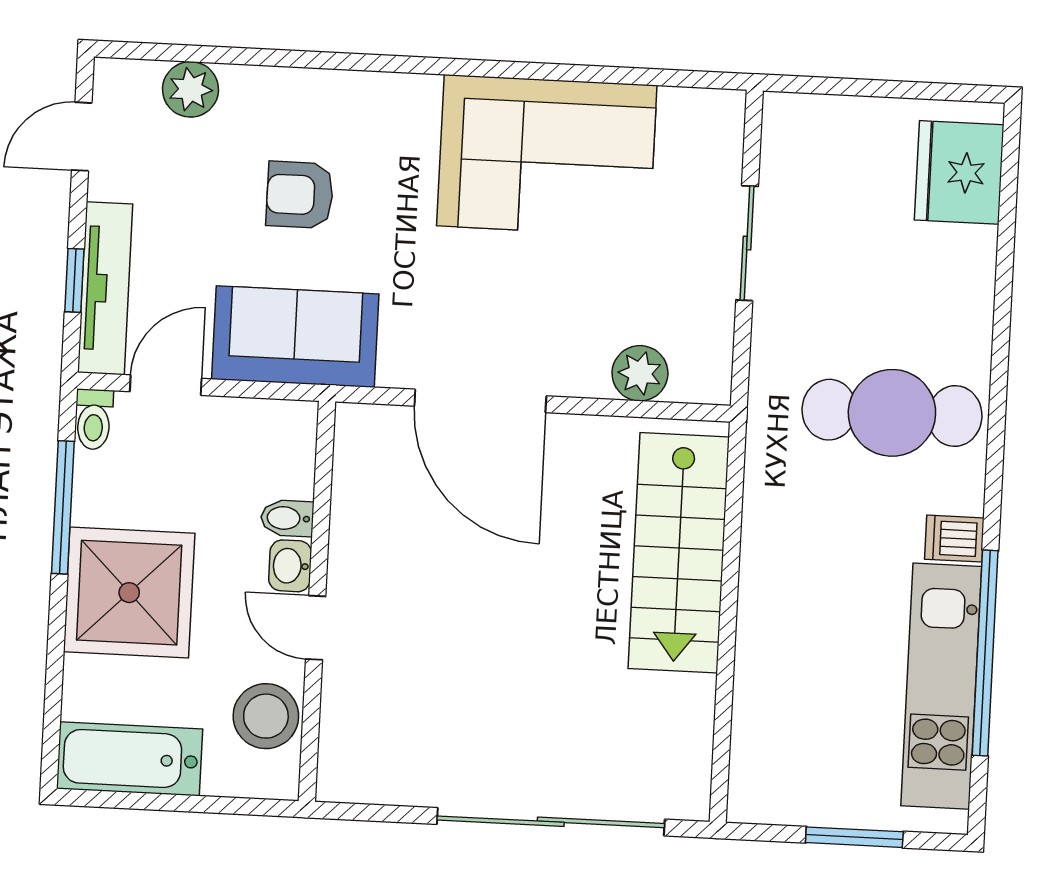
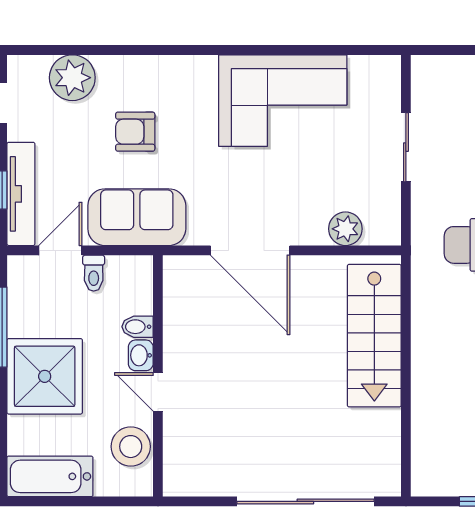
plant: (191, 89) -> (72, 78), width x1.36, depth x1.36
toilet: (94, 419) -> (94, 273), moved

